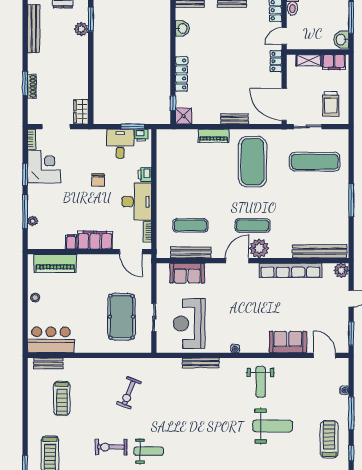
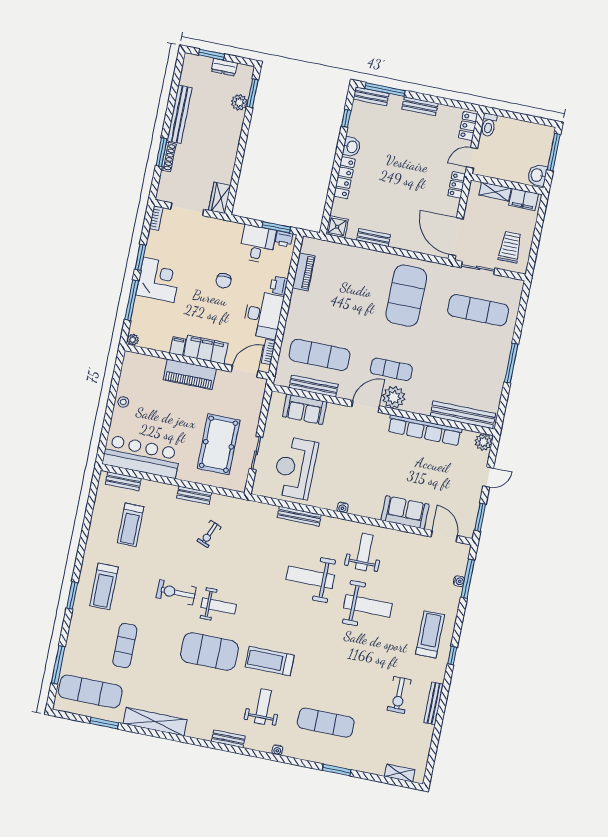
washbasin: (182, 28) -> (352, 147), moved
bench: (34, 29) -> (179, 114), moved
window: (173, 103) -> (346, 118), moved
trolley: (331, 104) -> (510, 247), turned 180
bench: (234, 119) -> (373, 238), moved
piano: (214, 136) -> (304, 272), moved, turned -90
corner desk: (44, 167) -> (159, 280), moved
plant: (33, 221) -> (133, 340), moved
exercise mat: (190, 225) -> (319, 355), width x1.36, depth x1.45
door: (131, 252) -> (245, 371), swing flipped
piano: (55, 263) -> (190, 374), moved
bar counter: (51, 340) -> (141, 457), width x1.36
bench: (110, 363) -> (194, 495), added
weight bench: (261, 382) -> (364, 552), turned 180
exercise bike: (129, 393) -> (209, 534), width x0.73, depth x0.72
weight bench: (220, 412) -> (310, 577), added
window: (351, 413) -> (468, 579), moved

